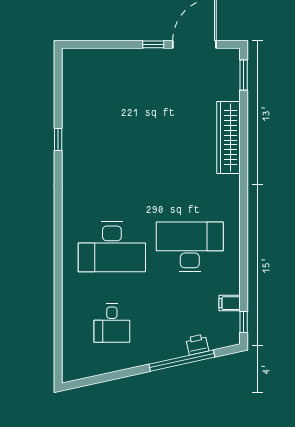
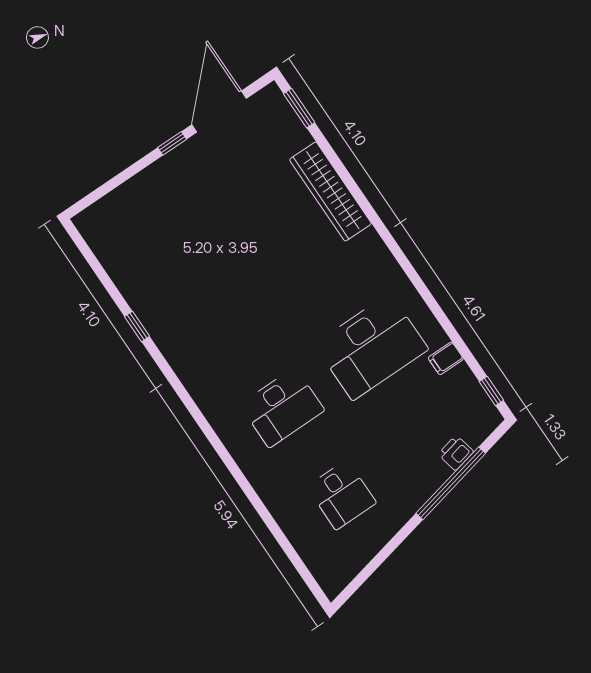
desk: (112, 247) -> (282, 408), width x0.73, depth x0.77
desk: (190, 247) -> (371, 347), turned 180
filing cabinet: (230, 303) -> (446, 358), moved

